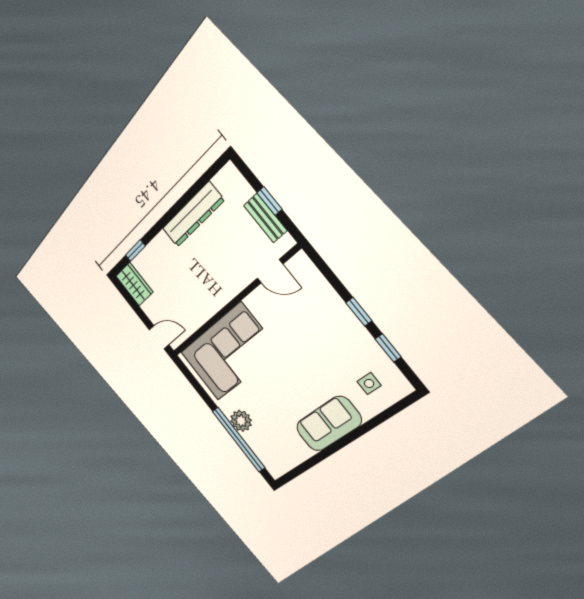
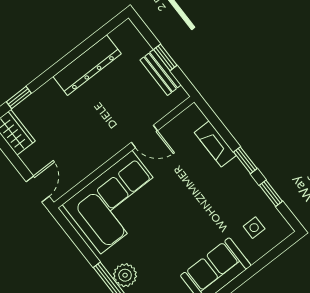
door: (270, 271) -> (144, 136), moved
fireplace: (325, 294) -> (215, 144), added
door: (159, 337) -> (38, 189), hinge flipped

